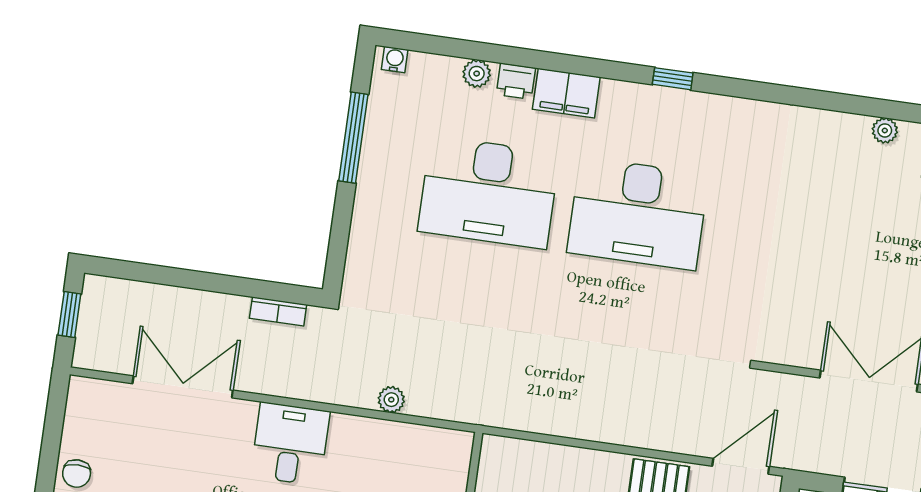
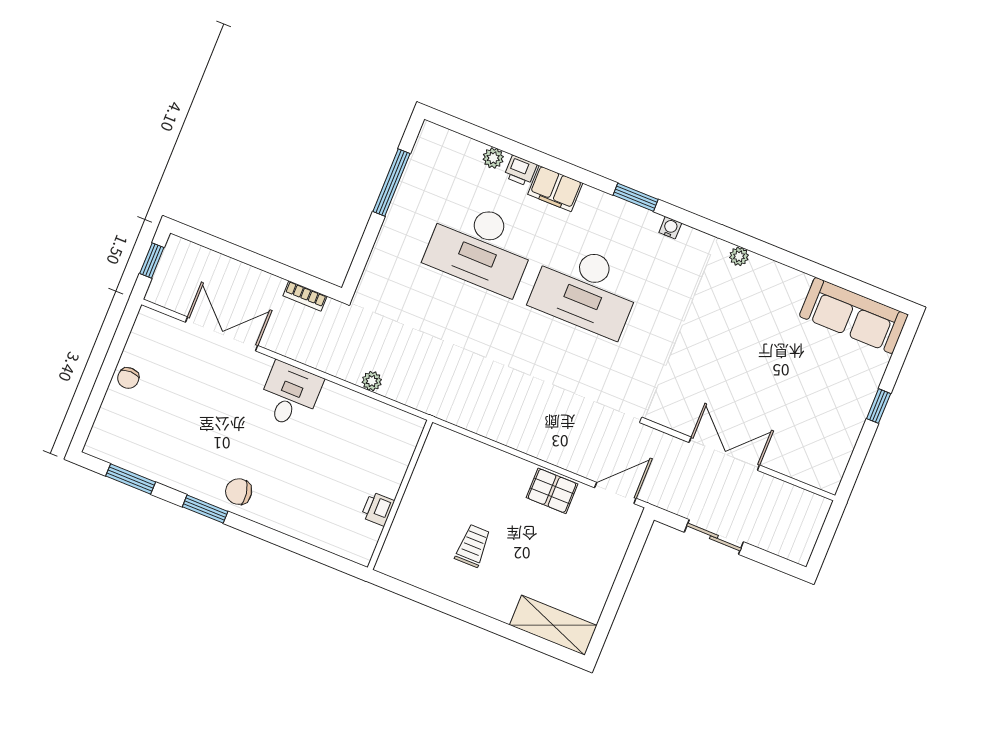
water cooler: (395, 60) -> (670, 228), moved
window: (673, 79) -> (636, 197), width x1.50
plant: (885, 130) -> (739, 256), moved

